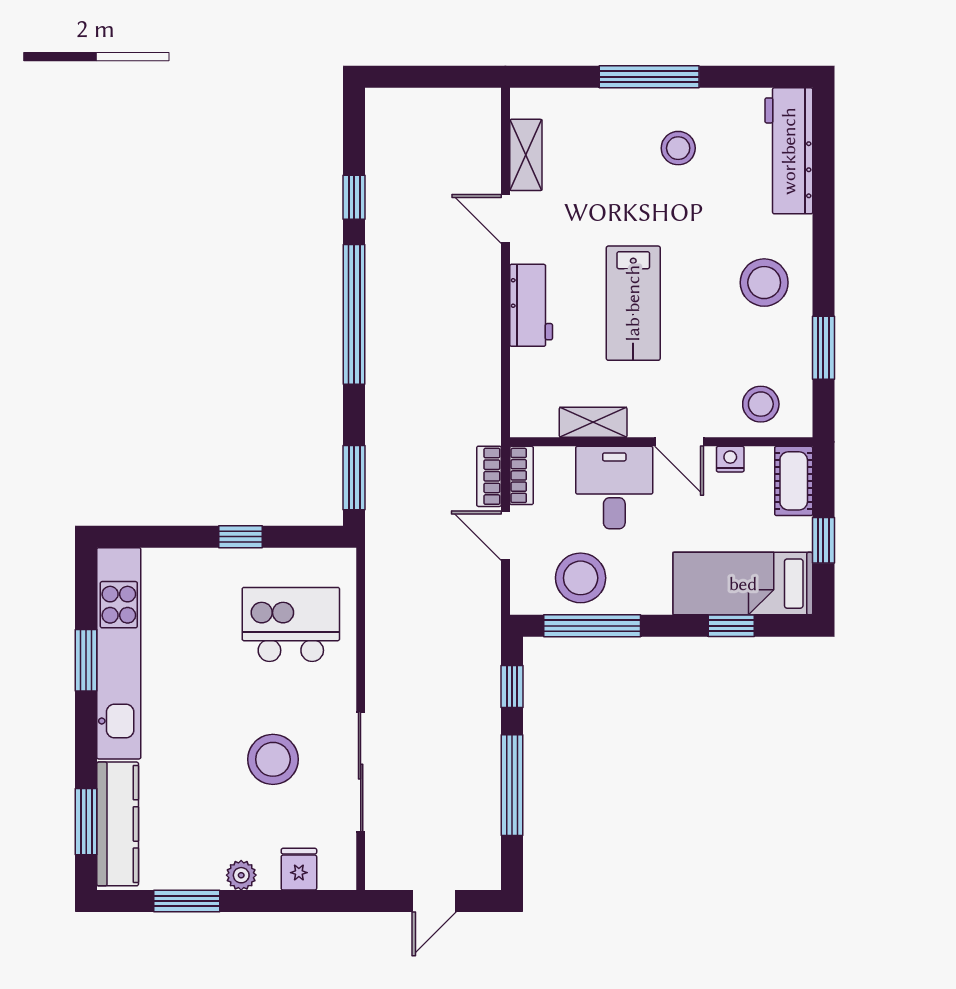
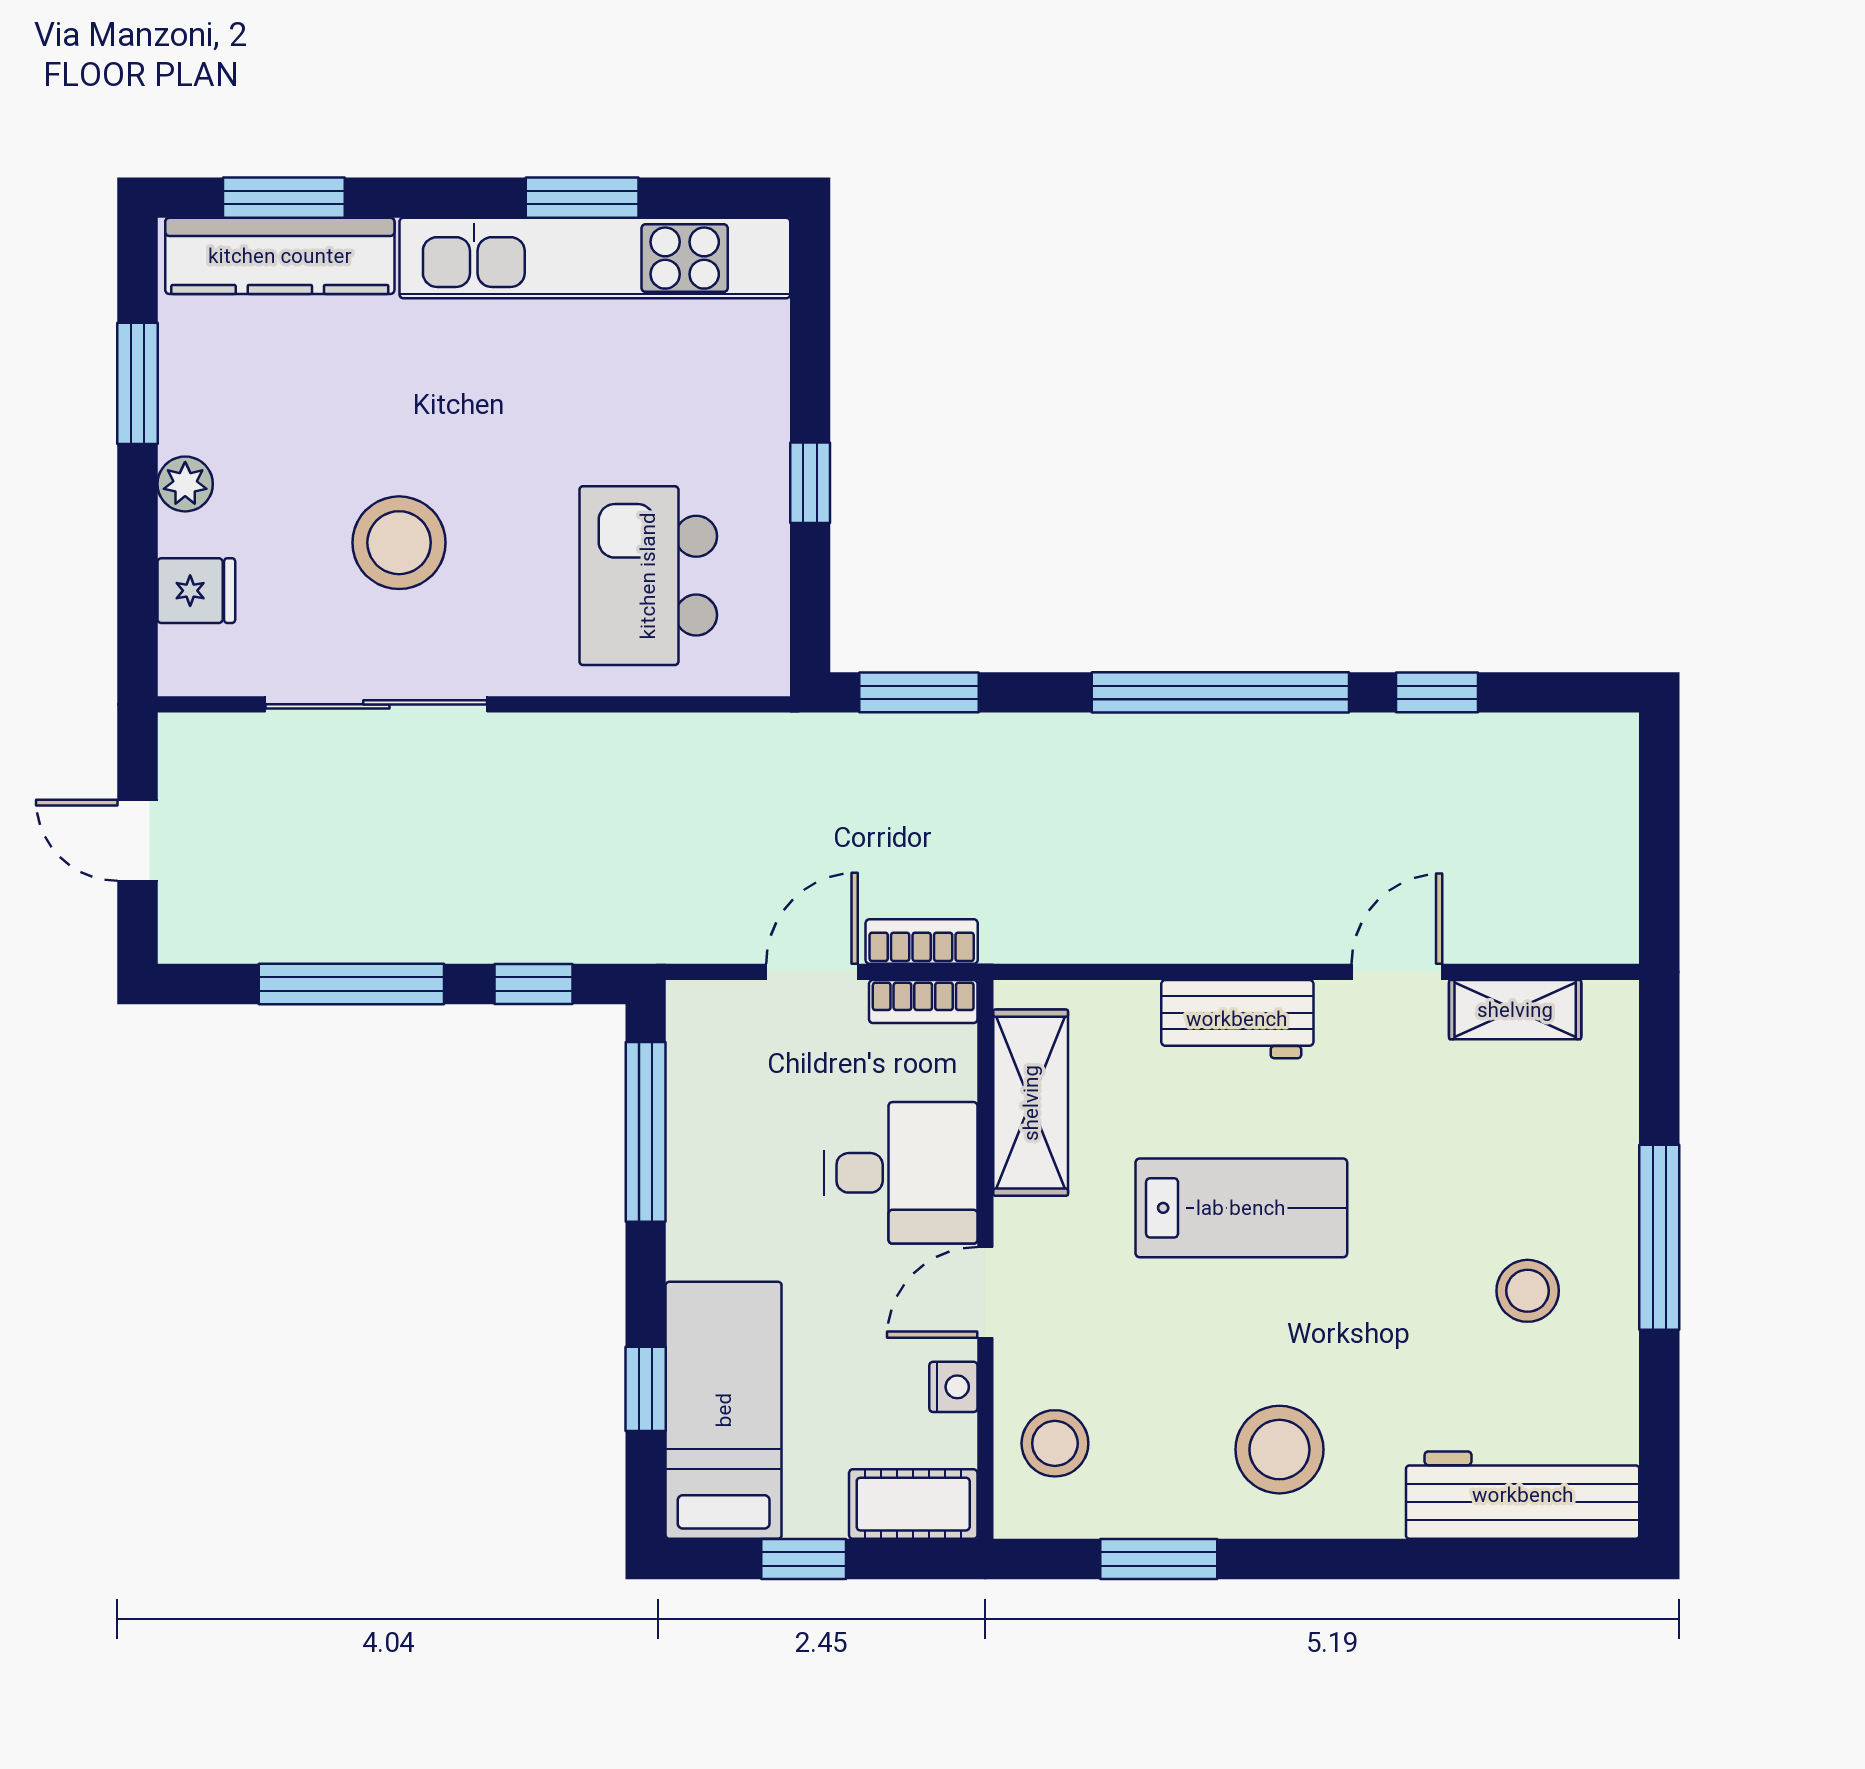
lab bench: (633, 303) -> (1241, 1208), turned 180
shelving: (593, 422) -> (1031, 1103), width x1.50, depth x1.33
stool: (581, 578) -> (734, 1111), removed
kitchen island: (291, 624) -> (648, 576), turned 180

